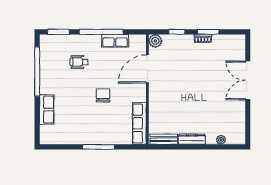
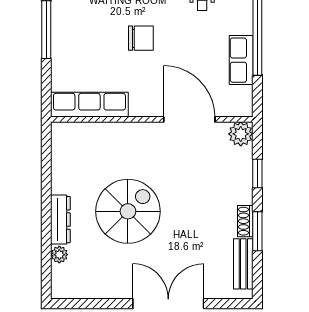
spiral stairs: (197, 102) -> (128, 211), added
bench: (164, 139) -> (243, 264), moved
dresser: (192, 139) -> (60, 220), moved

